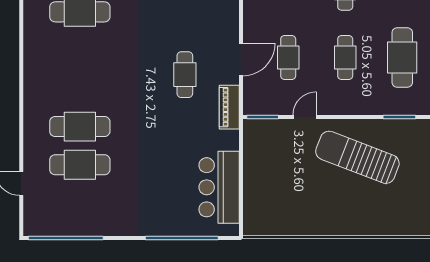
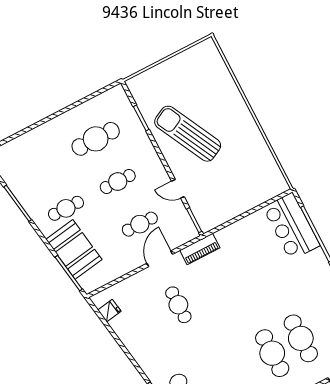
door: (241, 60) -> (160, 259), hinge flipped
cafe table: (185, 75) -> (178, 305), moved, turned 90
sun lounger: (357, 157) -> (188, 134), turned 132
bar counter: (219, 187) -> (291, 226), moved, turned 90

